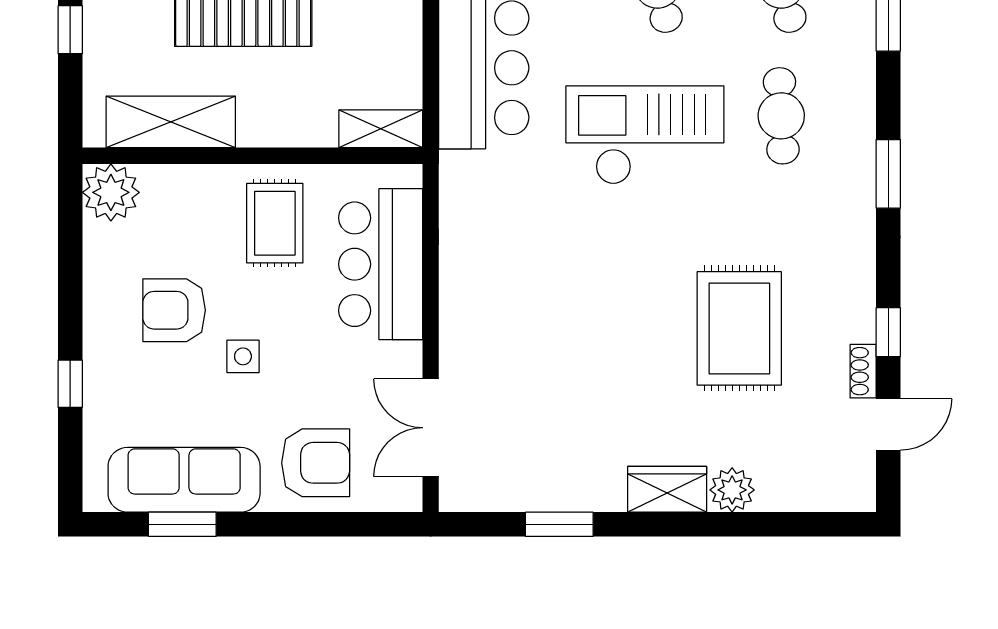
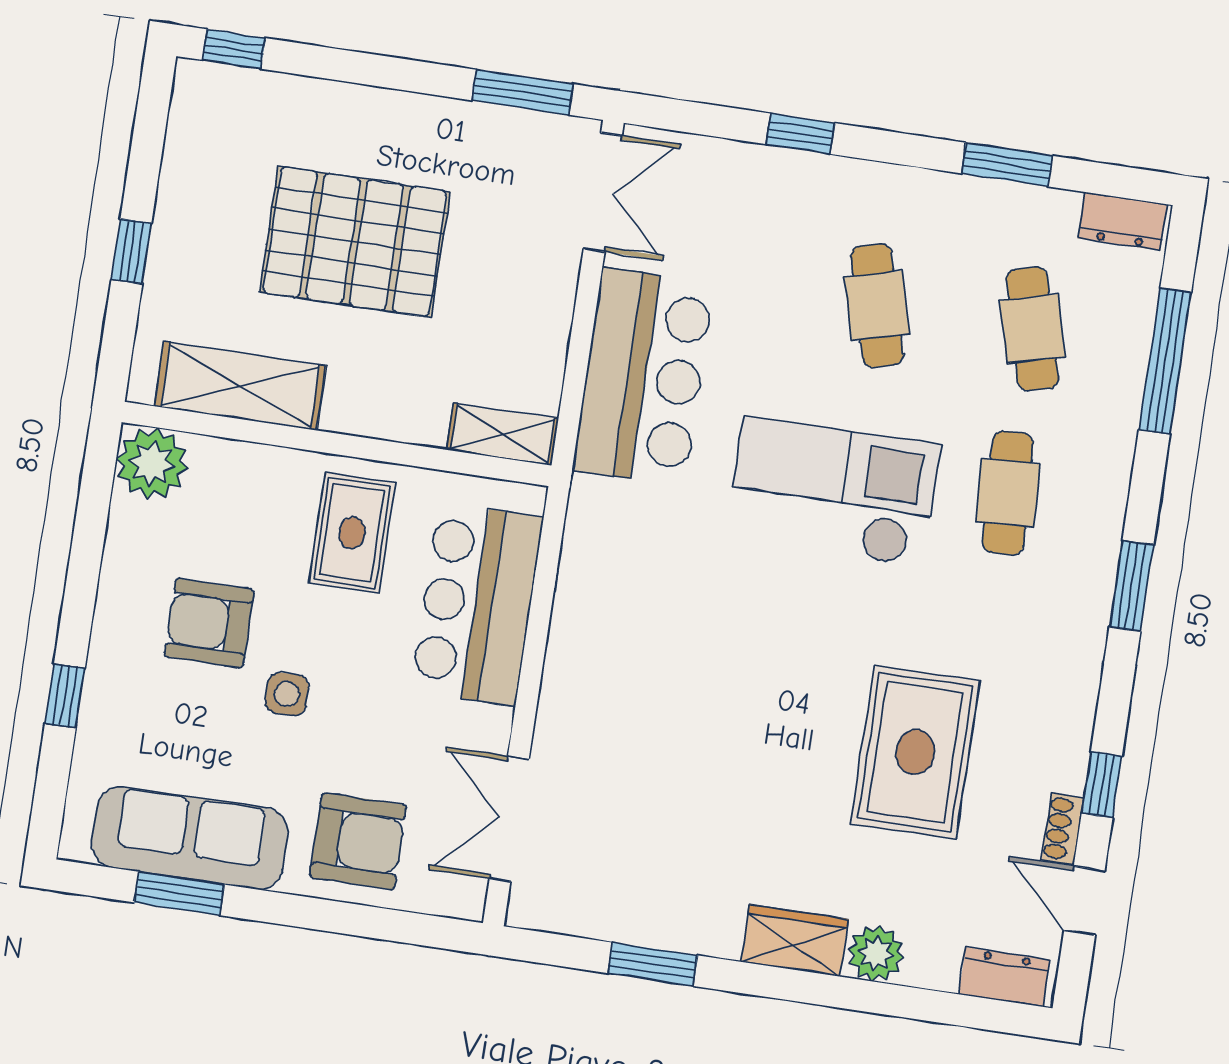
door: (888, 424) -> (1084, 901), swing flipped
dresser: (835, 493) -> (1004, 977), added

